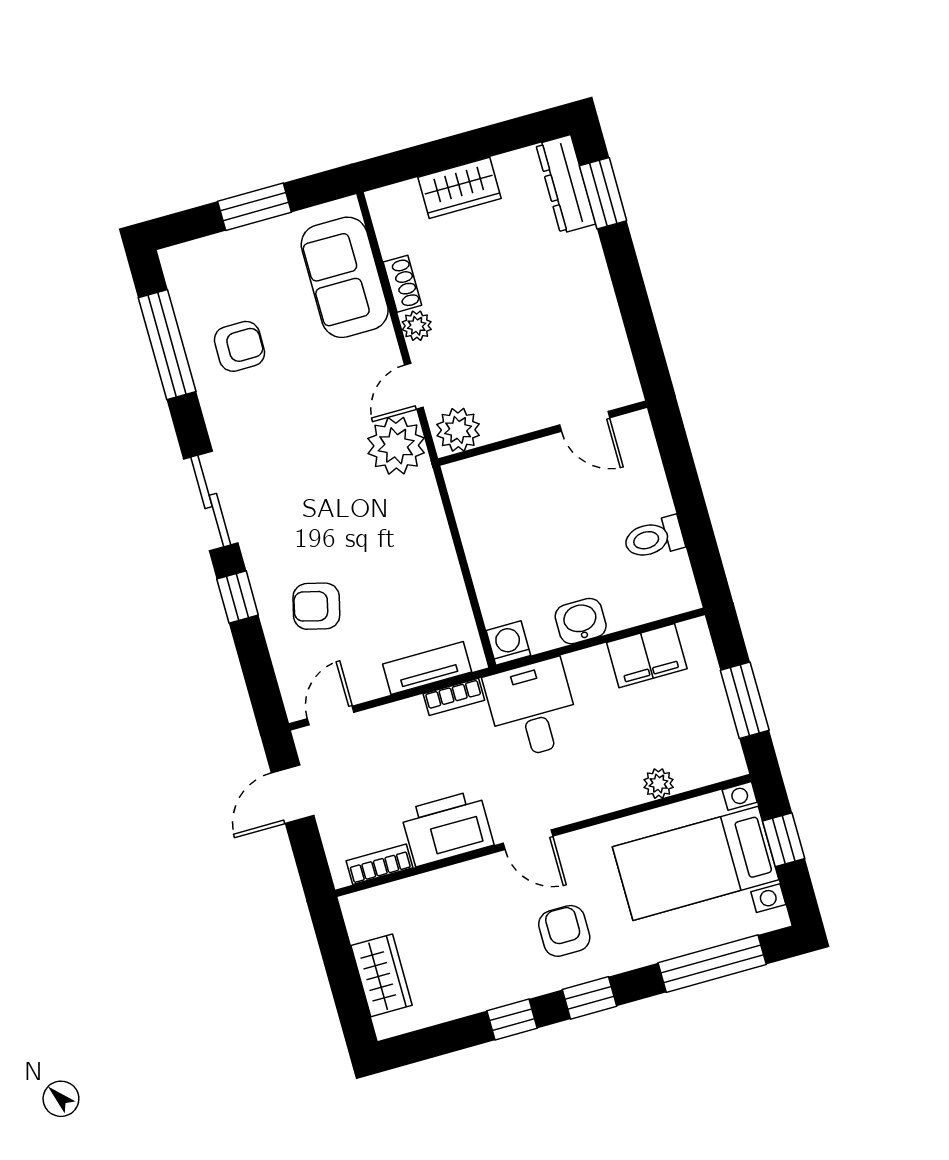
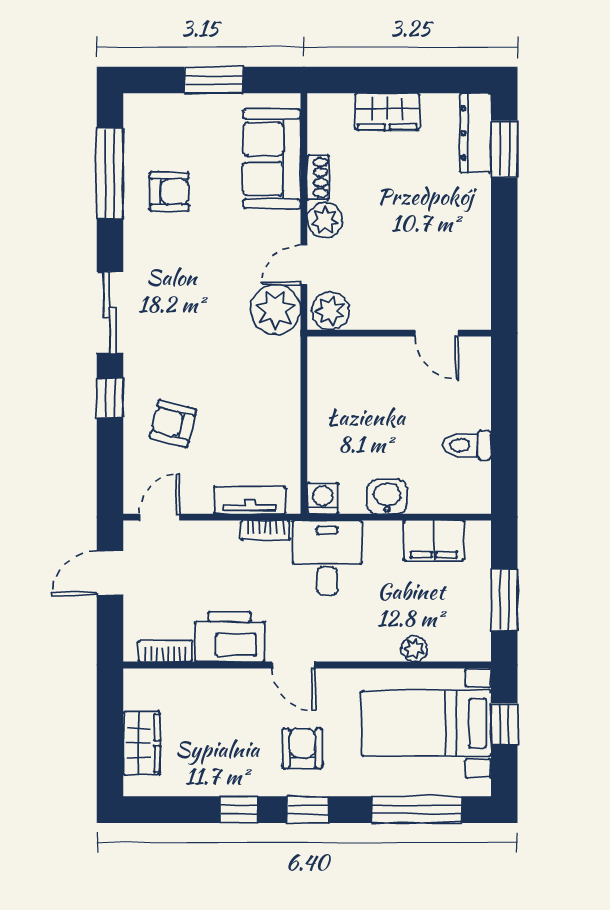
plant: (417, 326) -> (325, 220), width x1.38, depth x1.38

